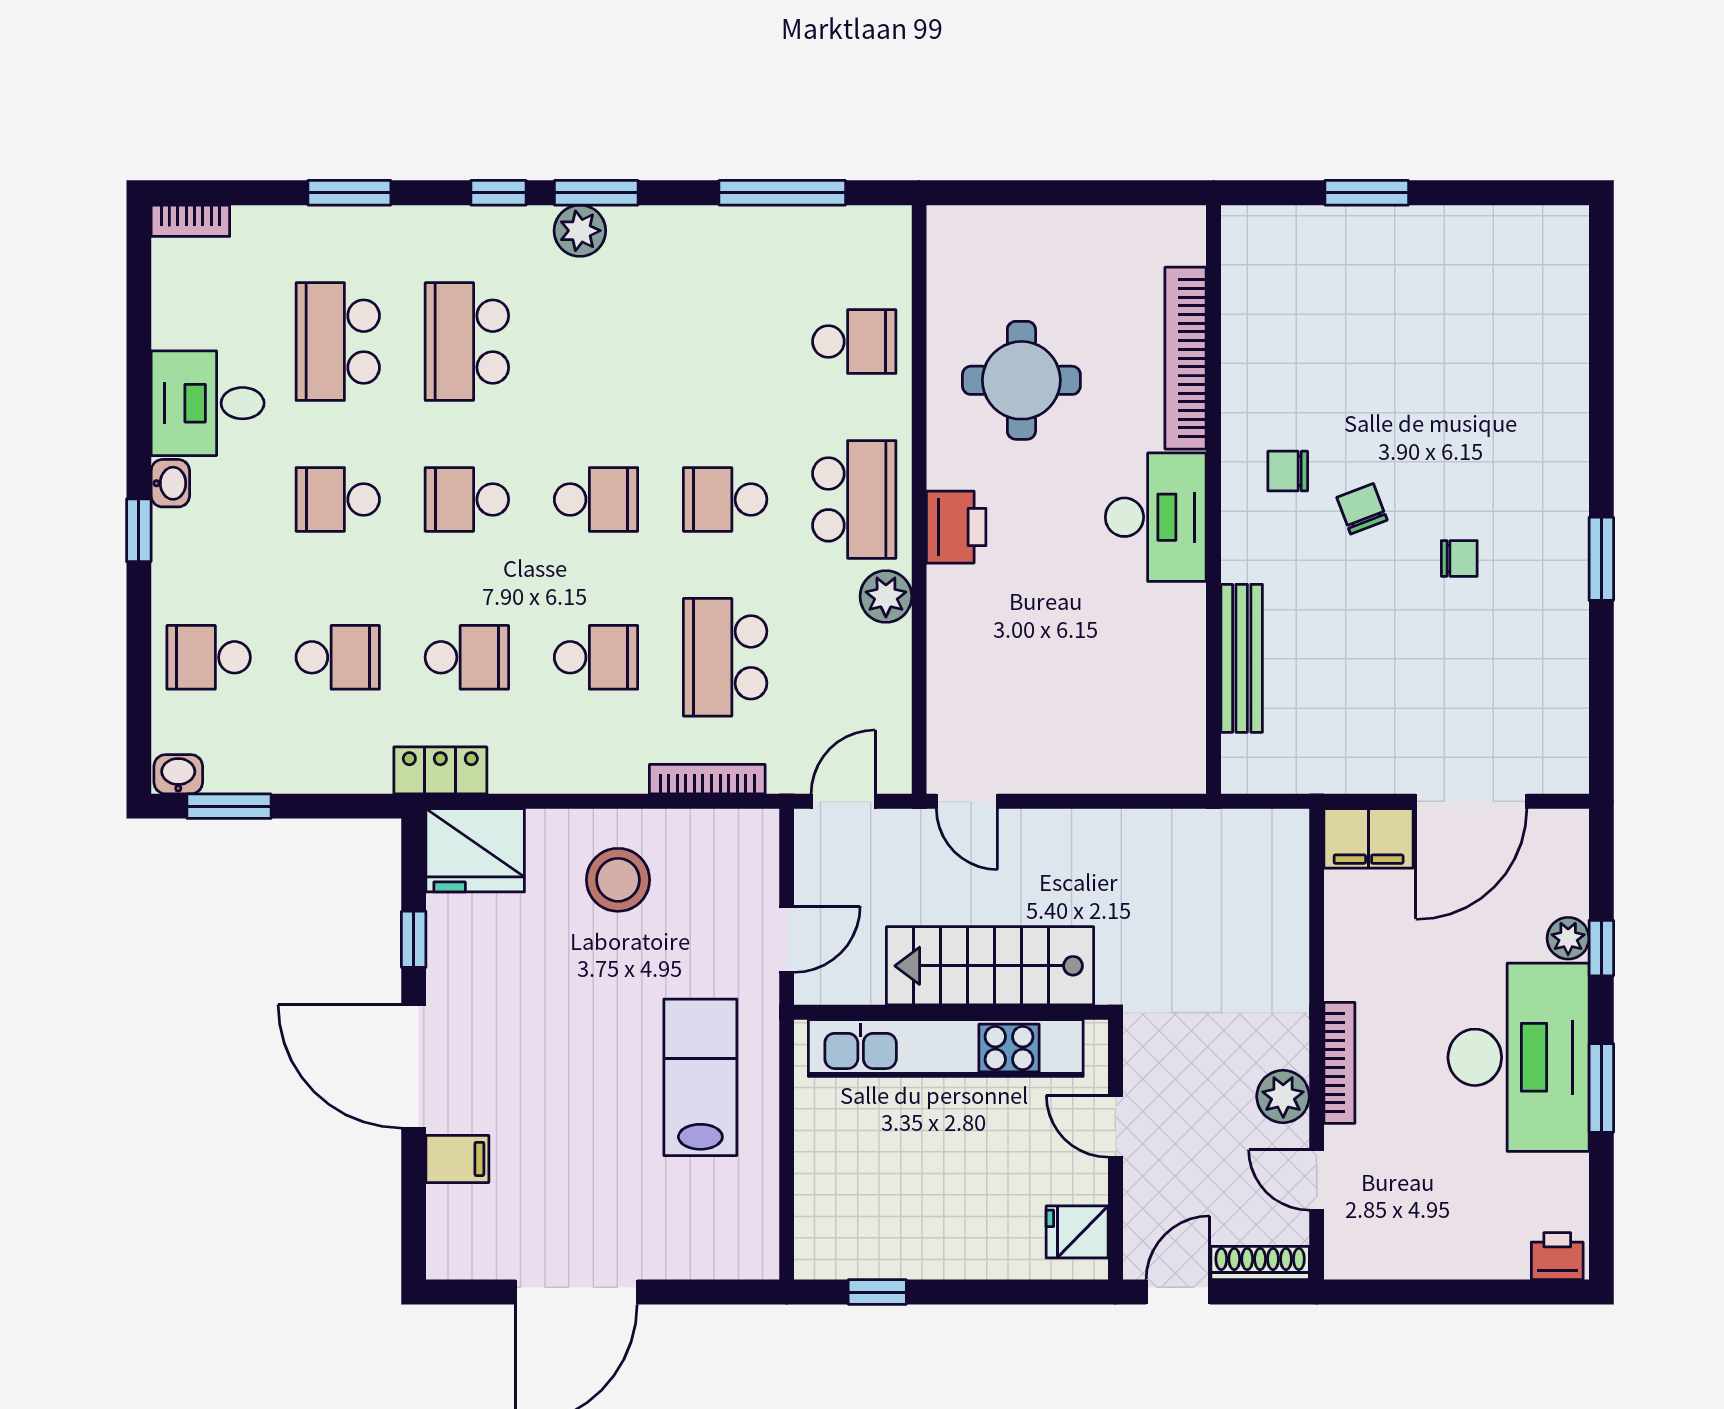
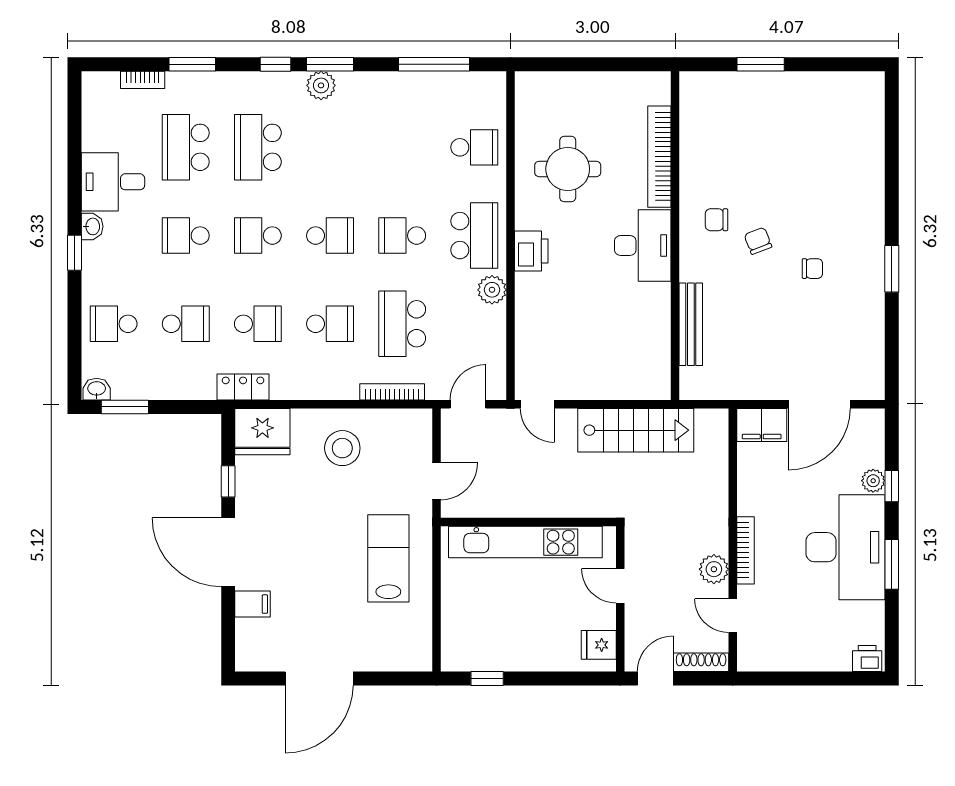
bookcase: (190, 221) -> (143, 80), moved
stairs: (990, 966) -> (636, 430), moved, turned 180

